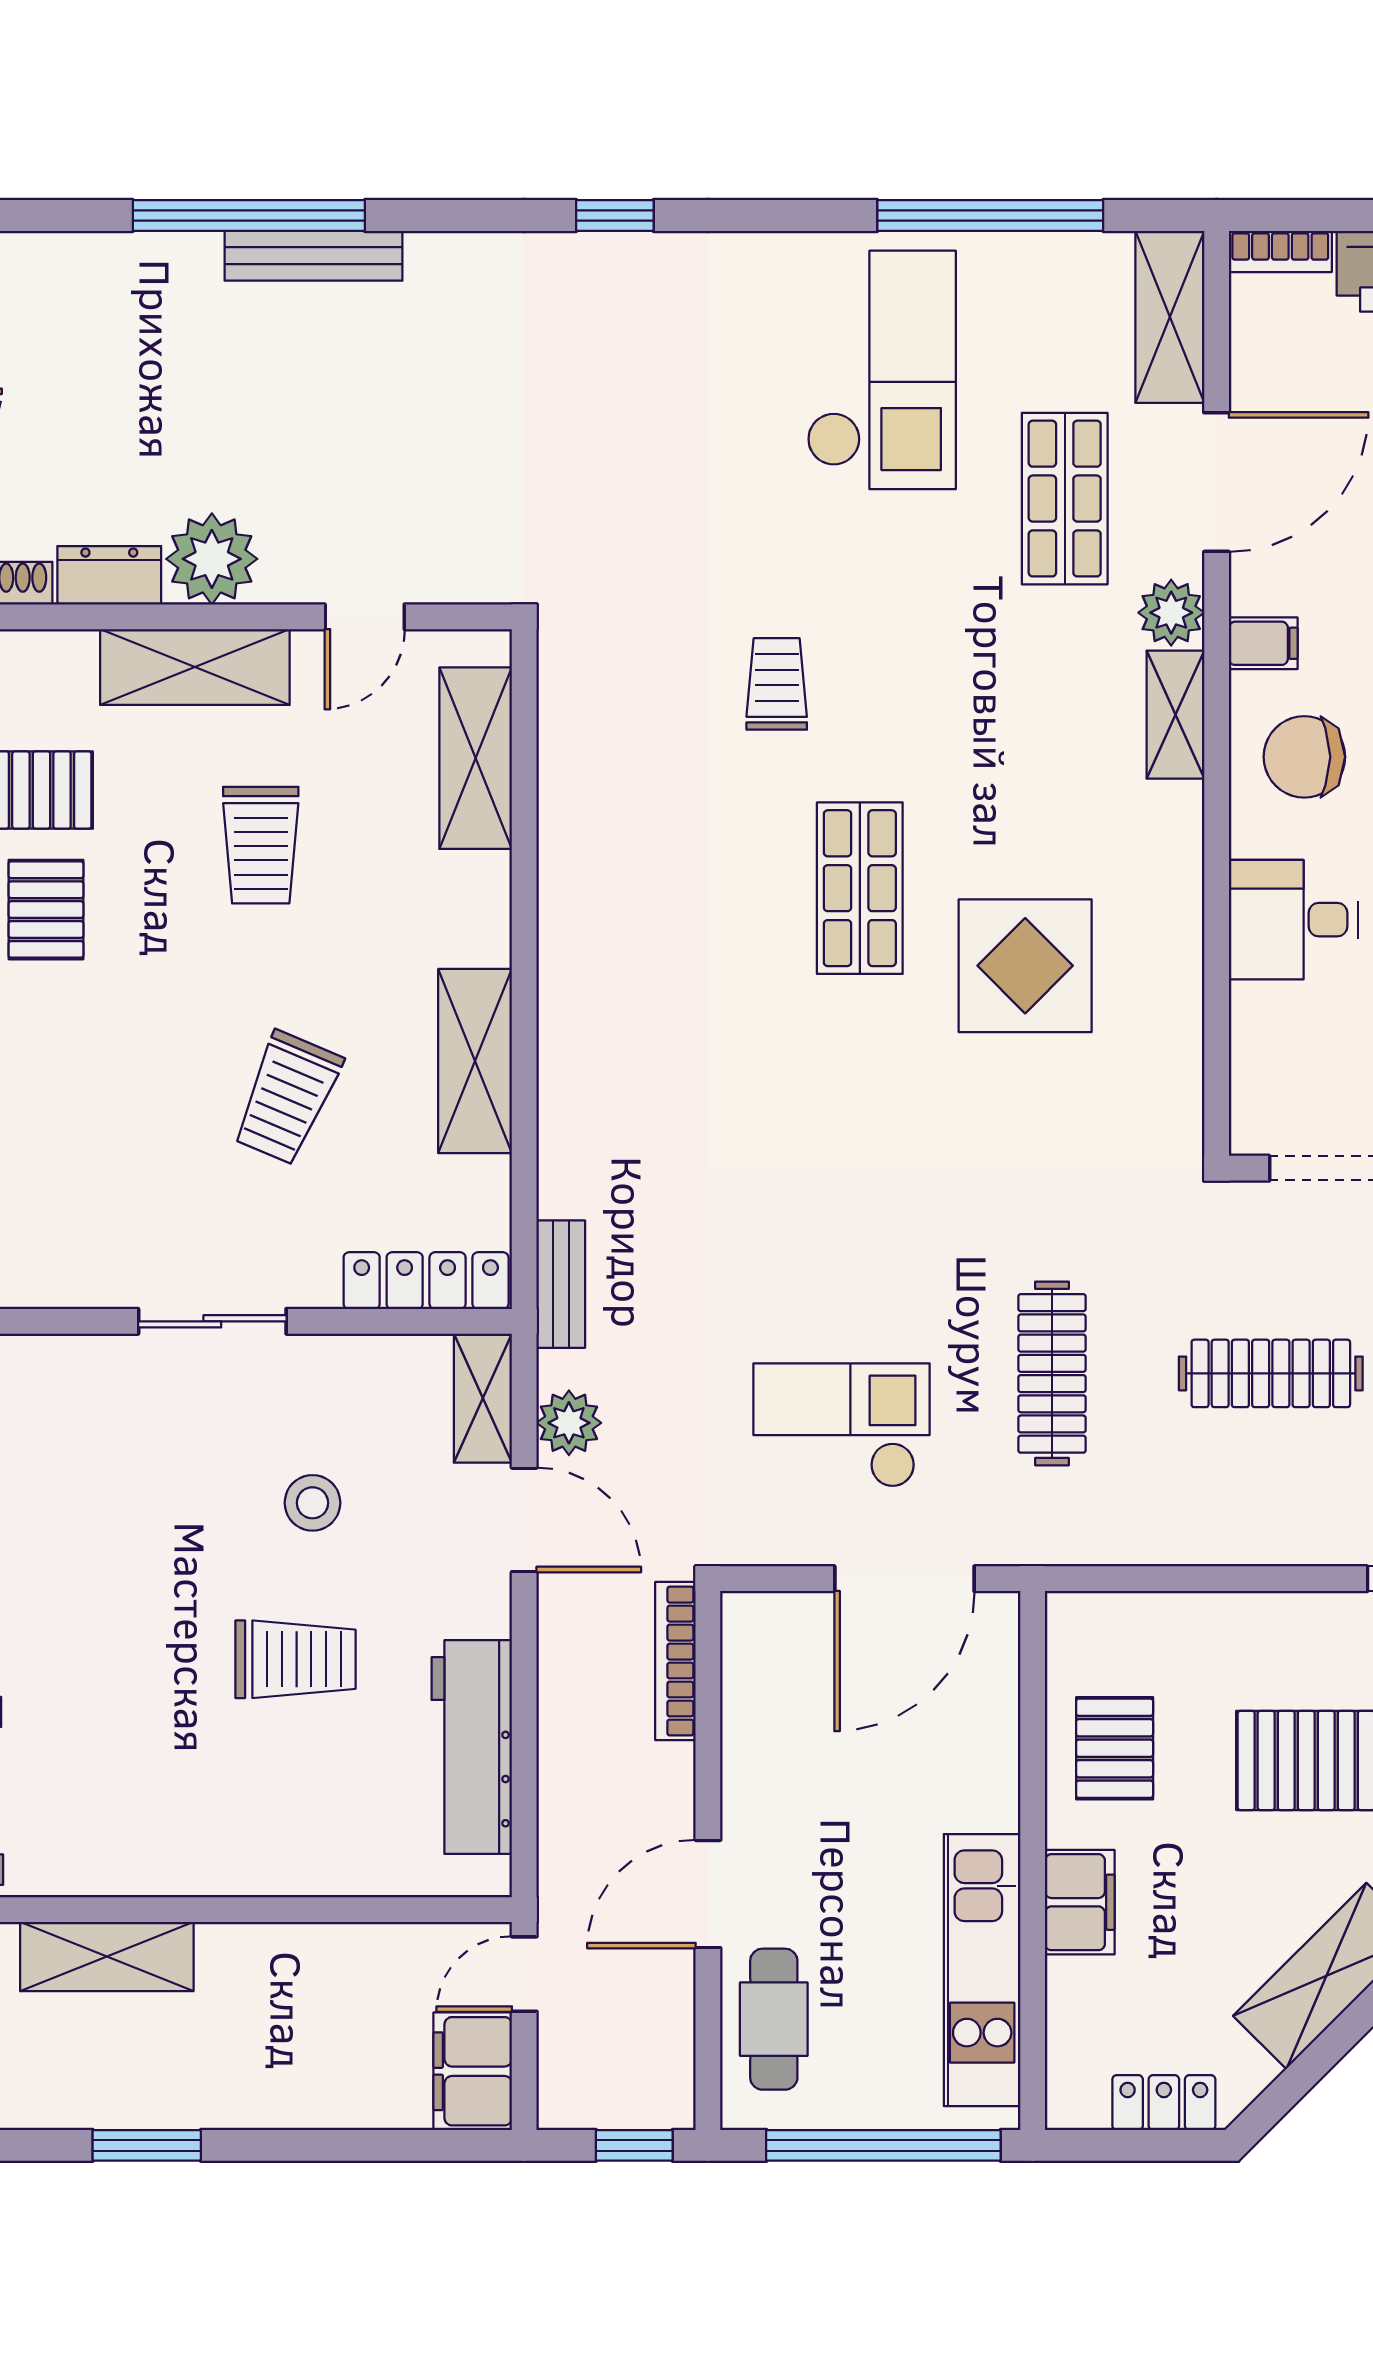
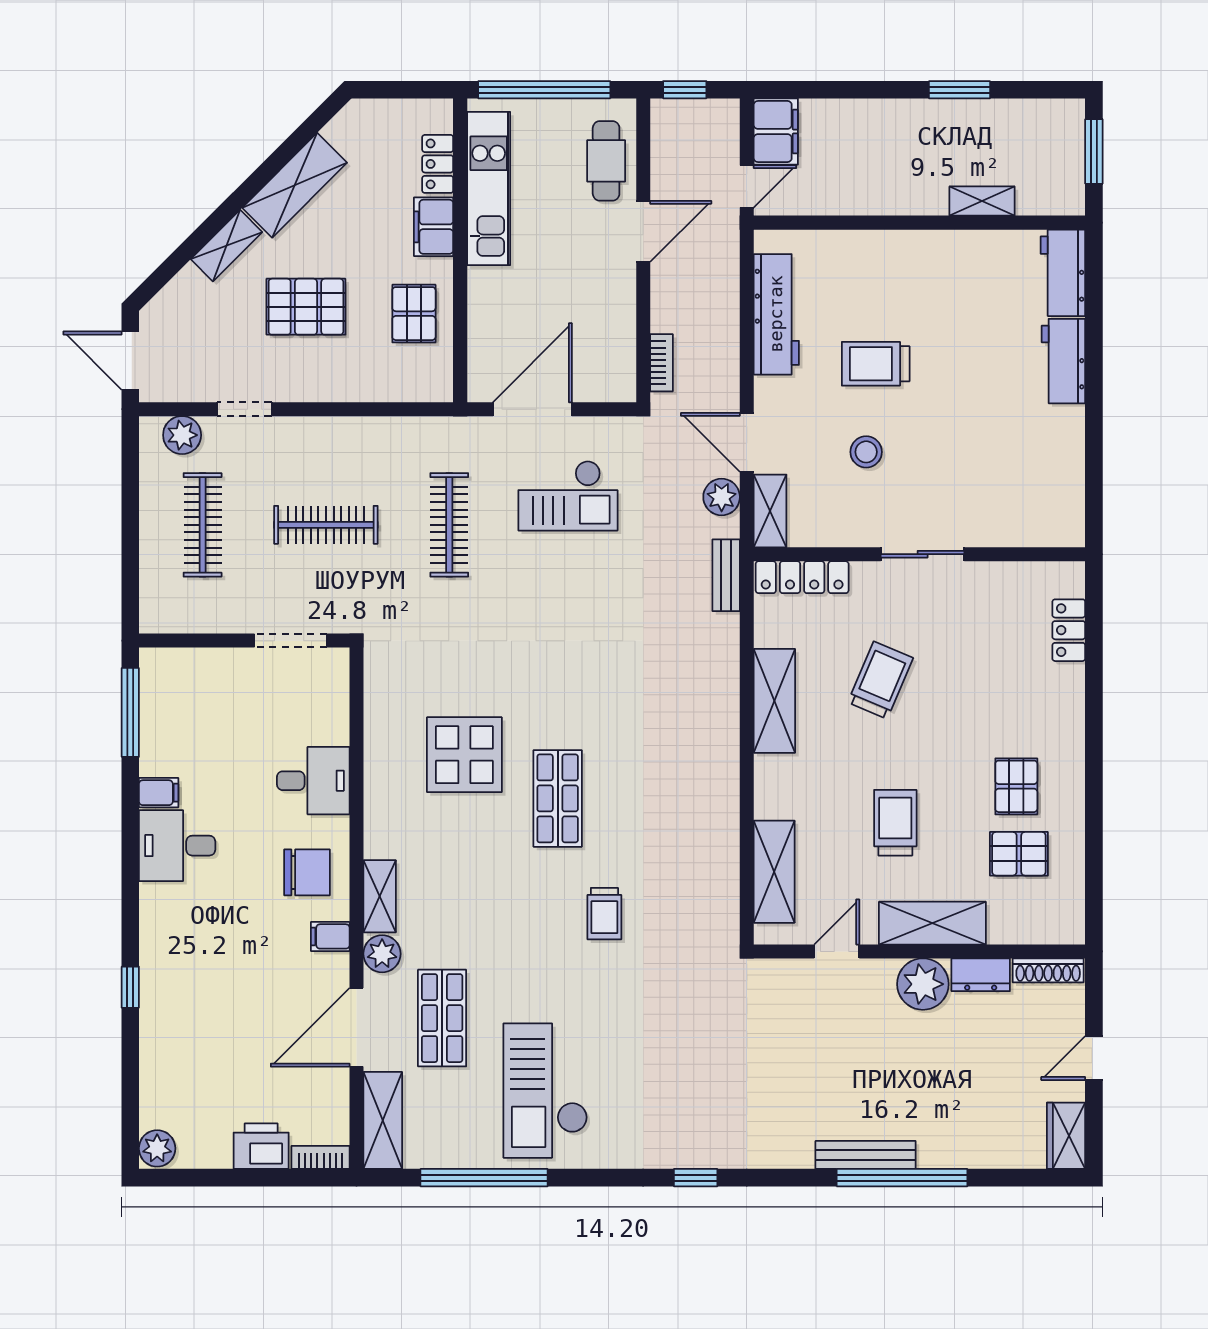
bookcase: (675, 1661) -> (661, 363), width x0.64
shelving: (107, 1956) -> (982, 201), width x0.67, depth x0.75
locker: (1164, 2103) -> (438, 164), moved, turned 90

